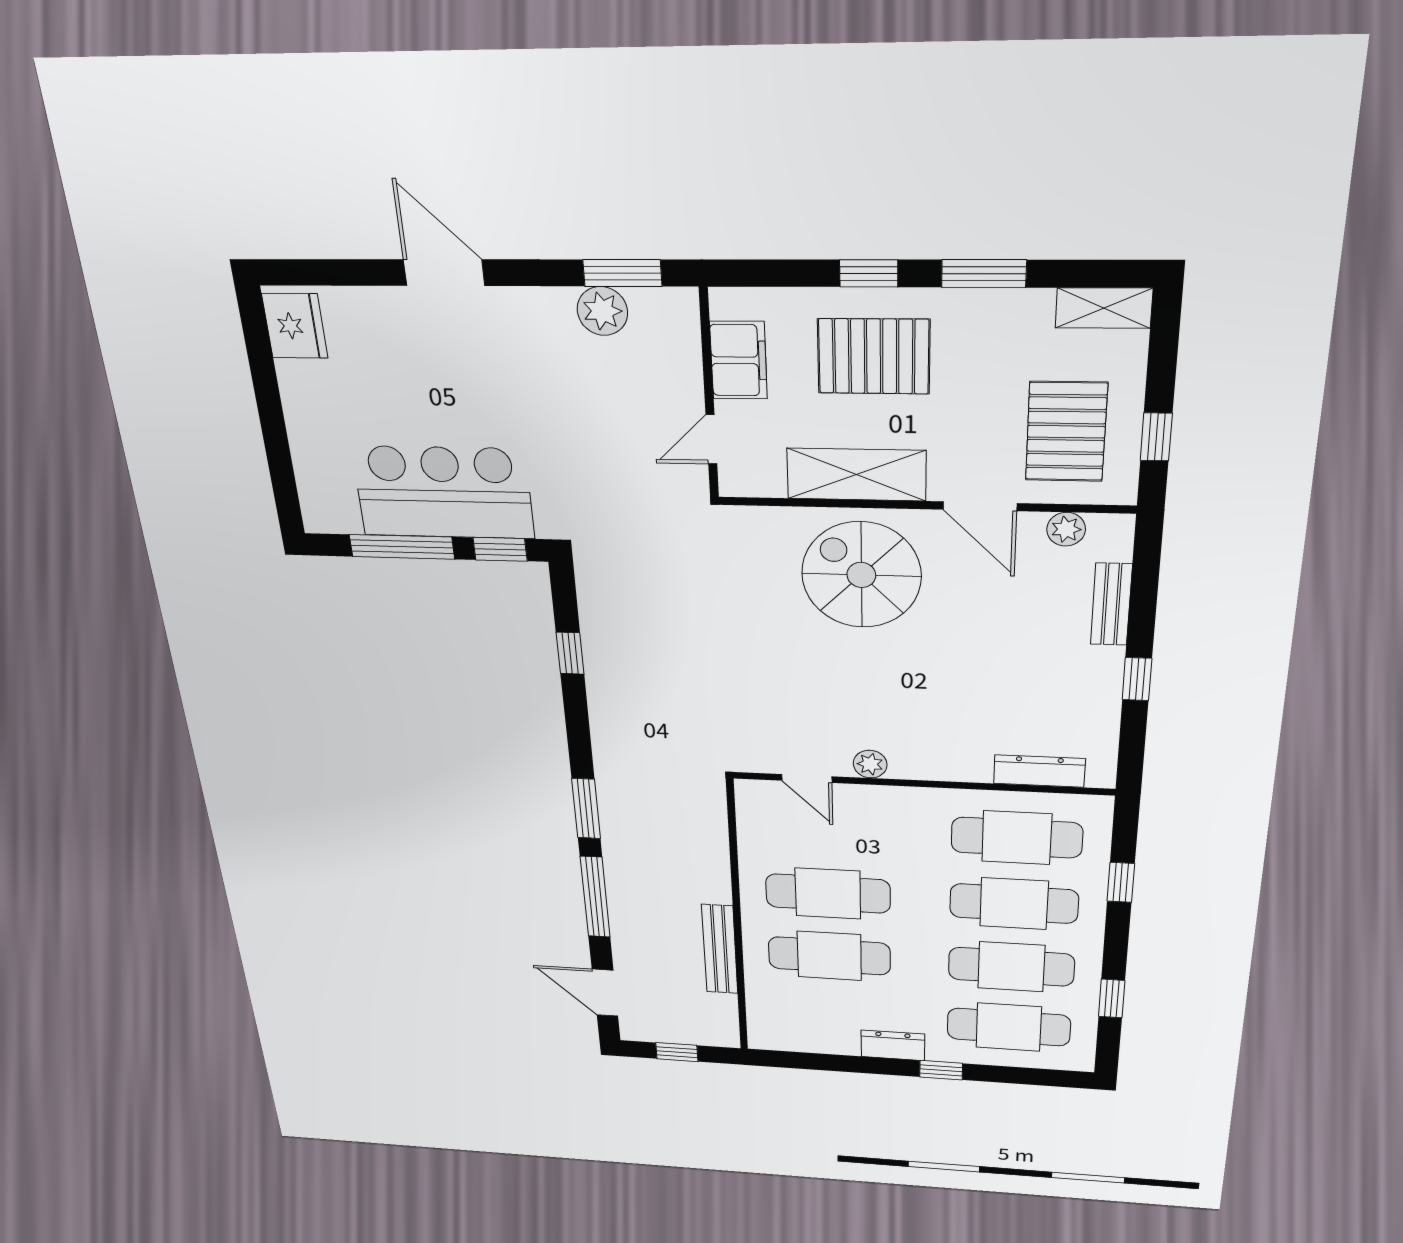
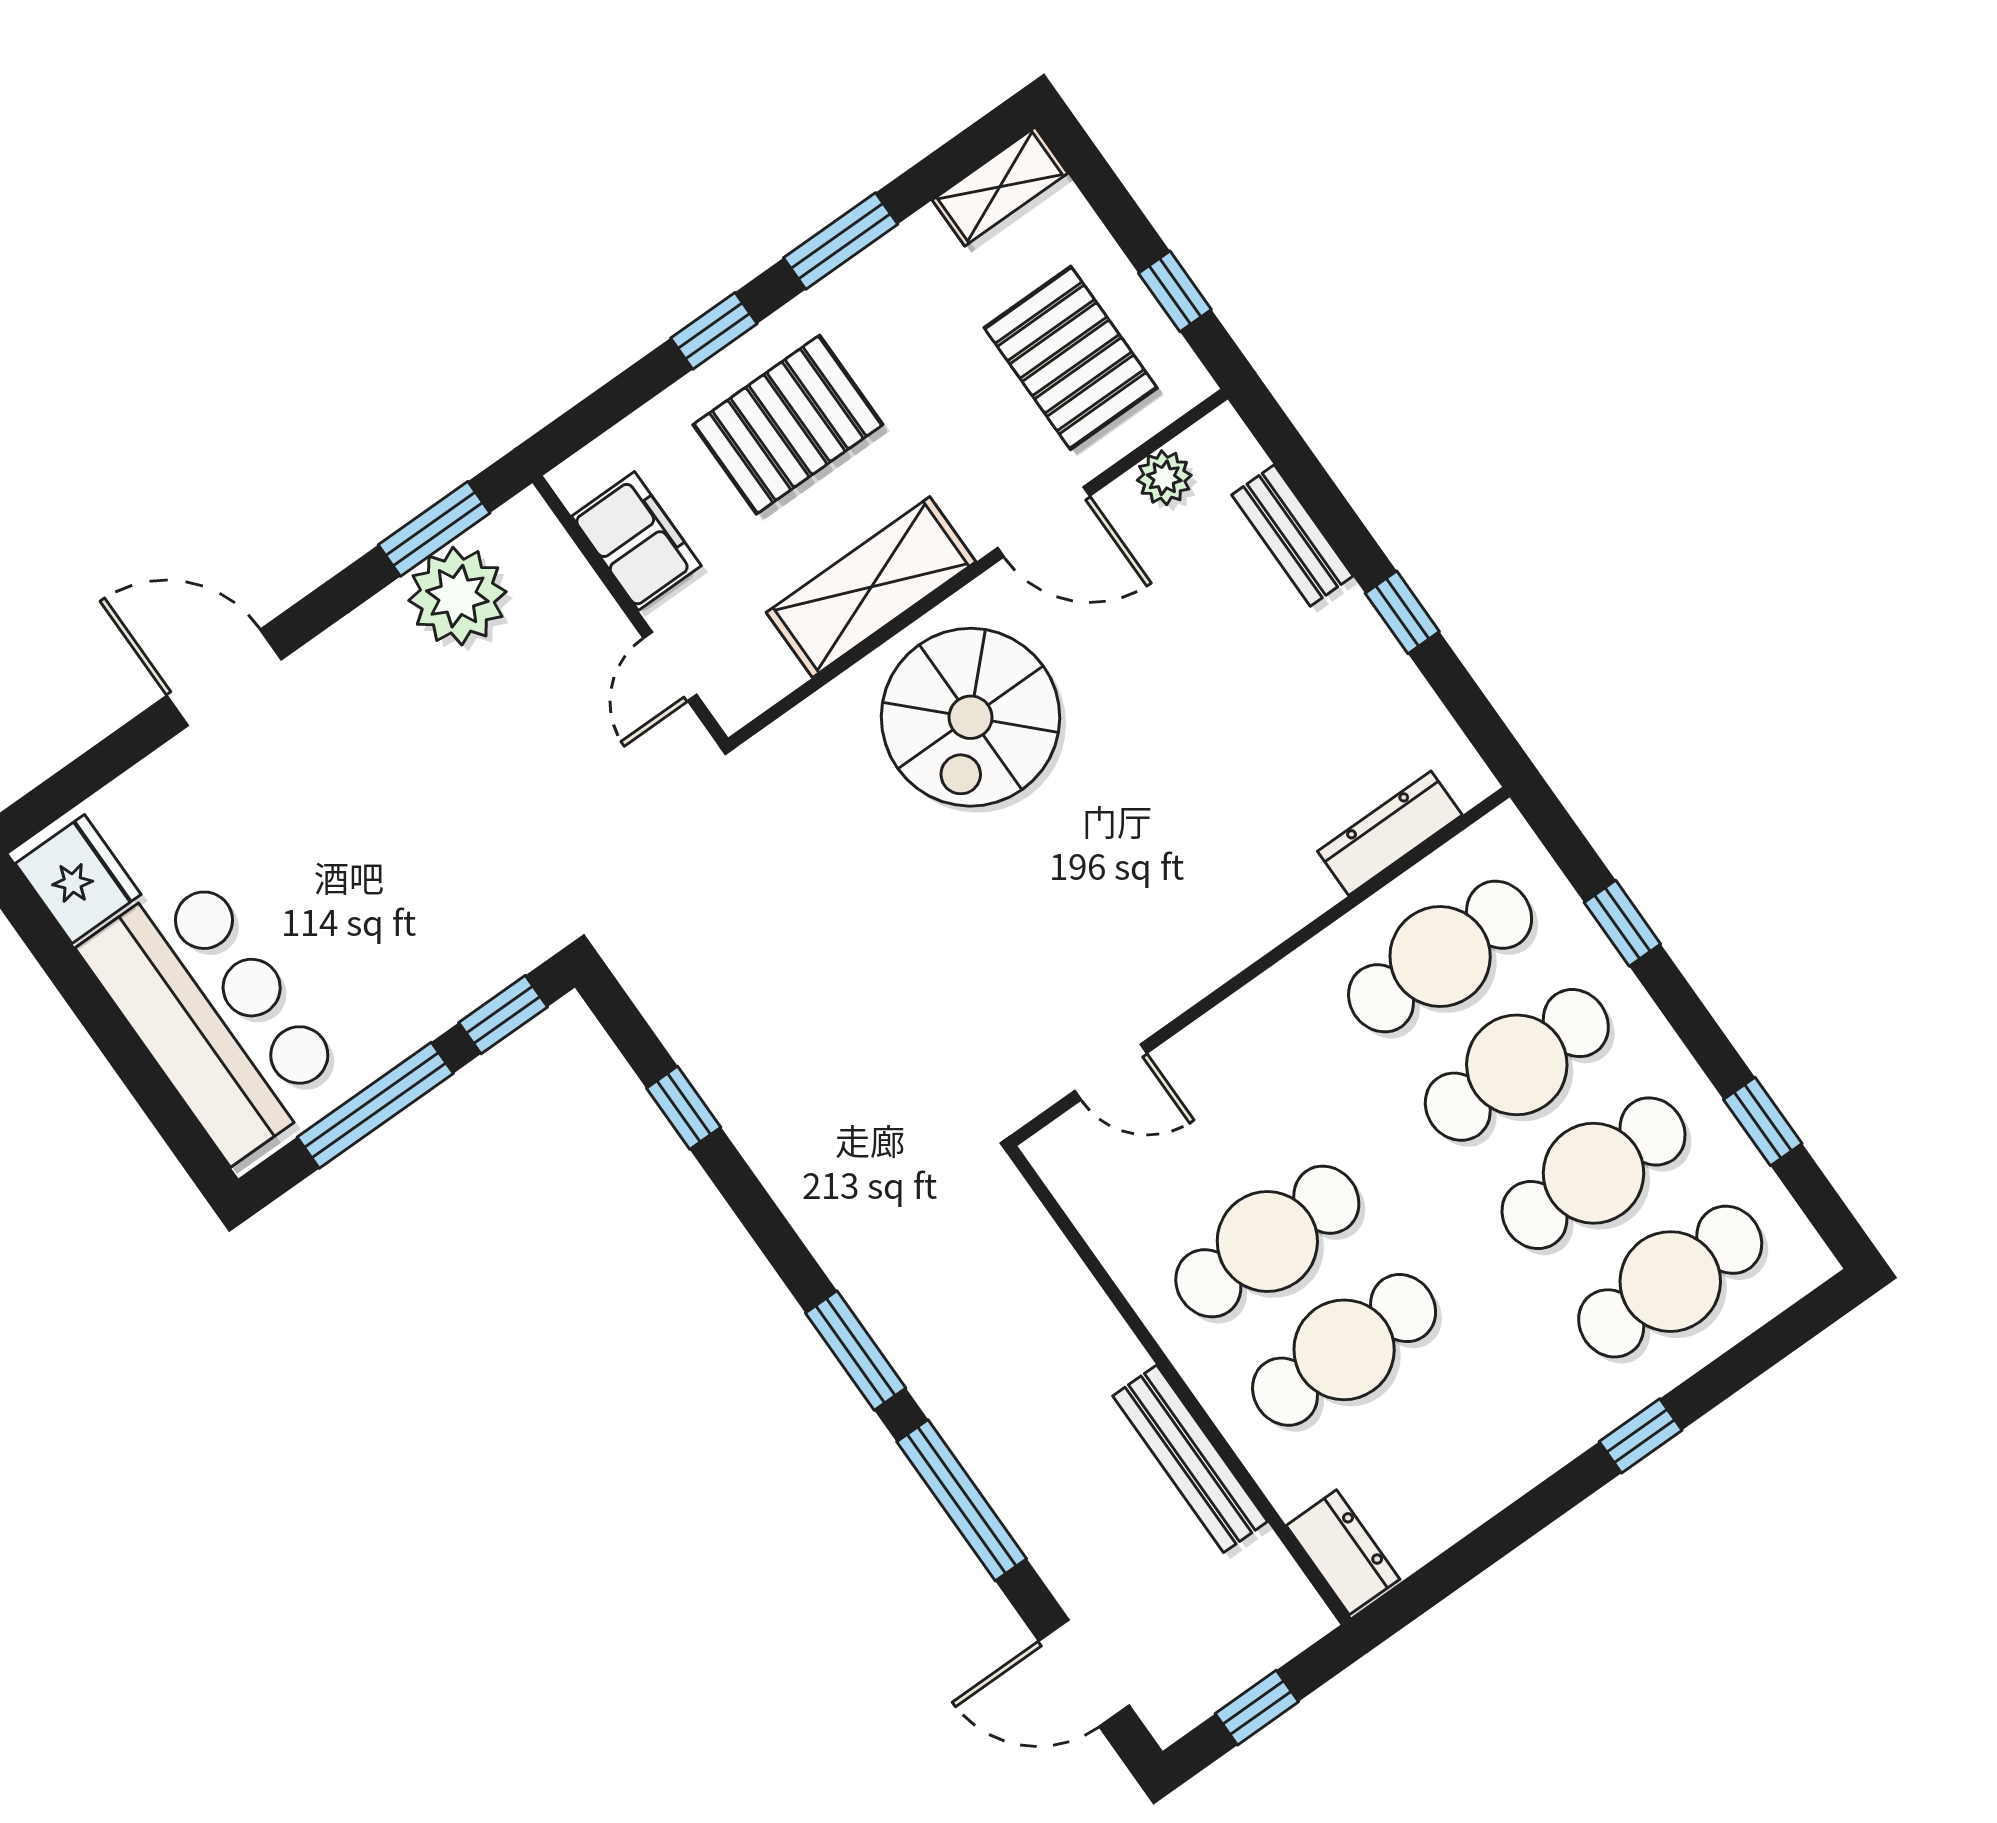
plant: (602, 311) -> (457, 596), width x1.36, depth x1.36
bar counter: (443, 492) -> (214, 1014), moved, turned 90
spiral stairs: (861, 575) -> (971, 717), turned -90
plant: (870, 764) -> (1175, 986), removed
dresser: (893, 1045) -> (1343, 1552), moved, turned 90

